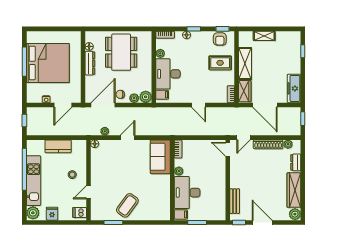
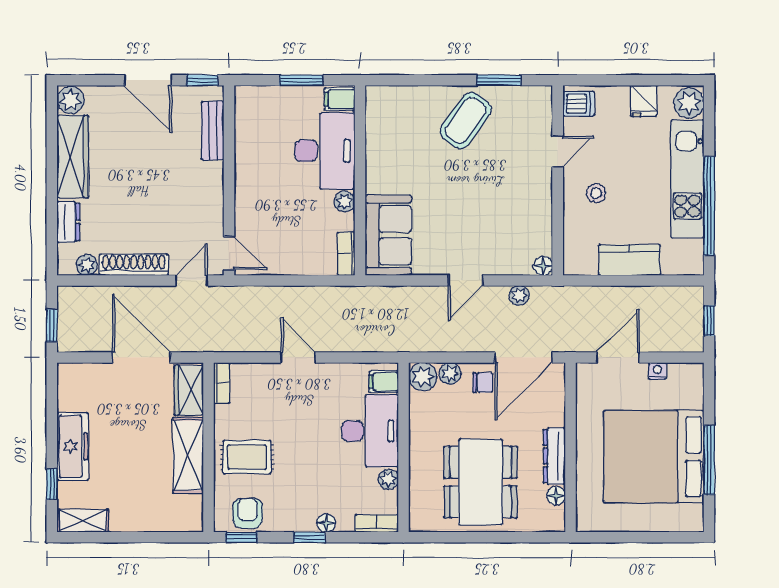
shelving: (264, 36) -> (83, 521), moved
freezer: (294, 88) -> (73, 446), moved

